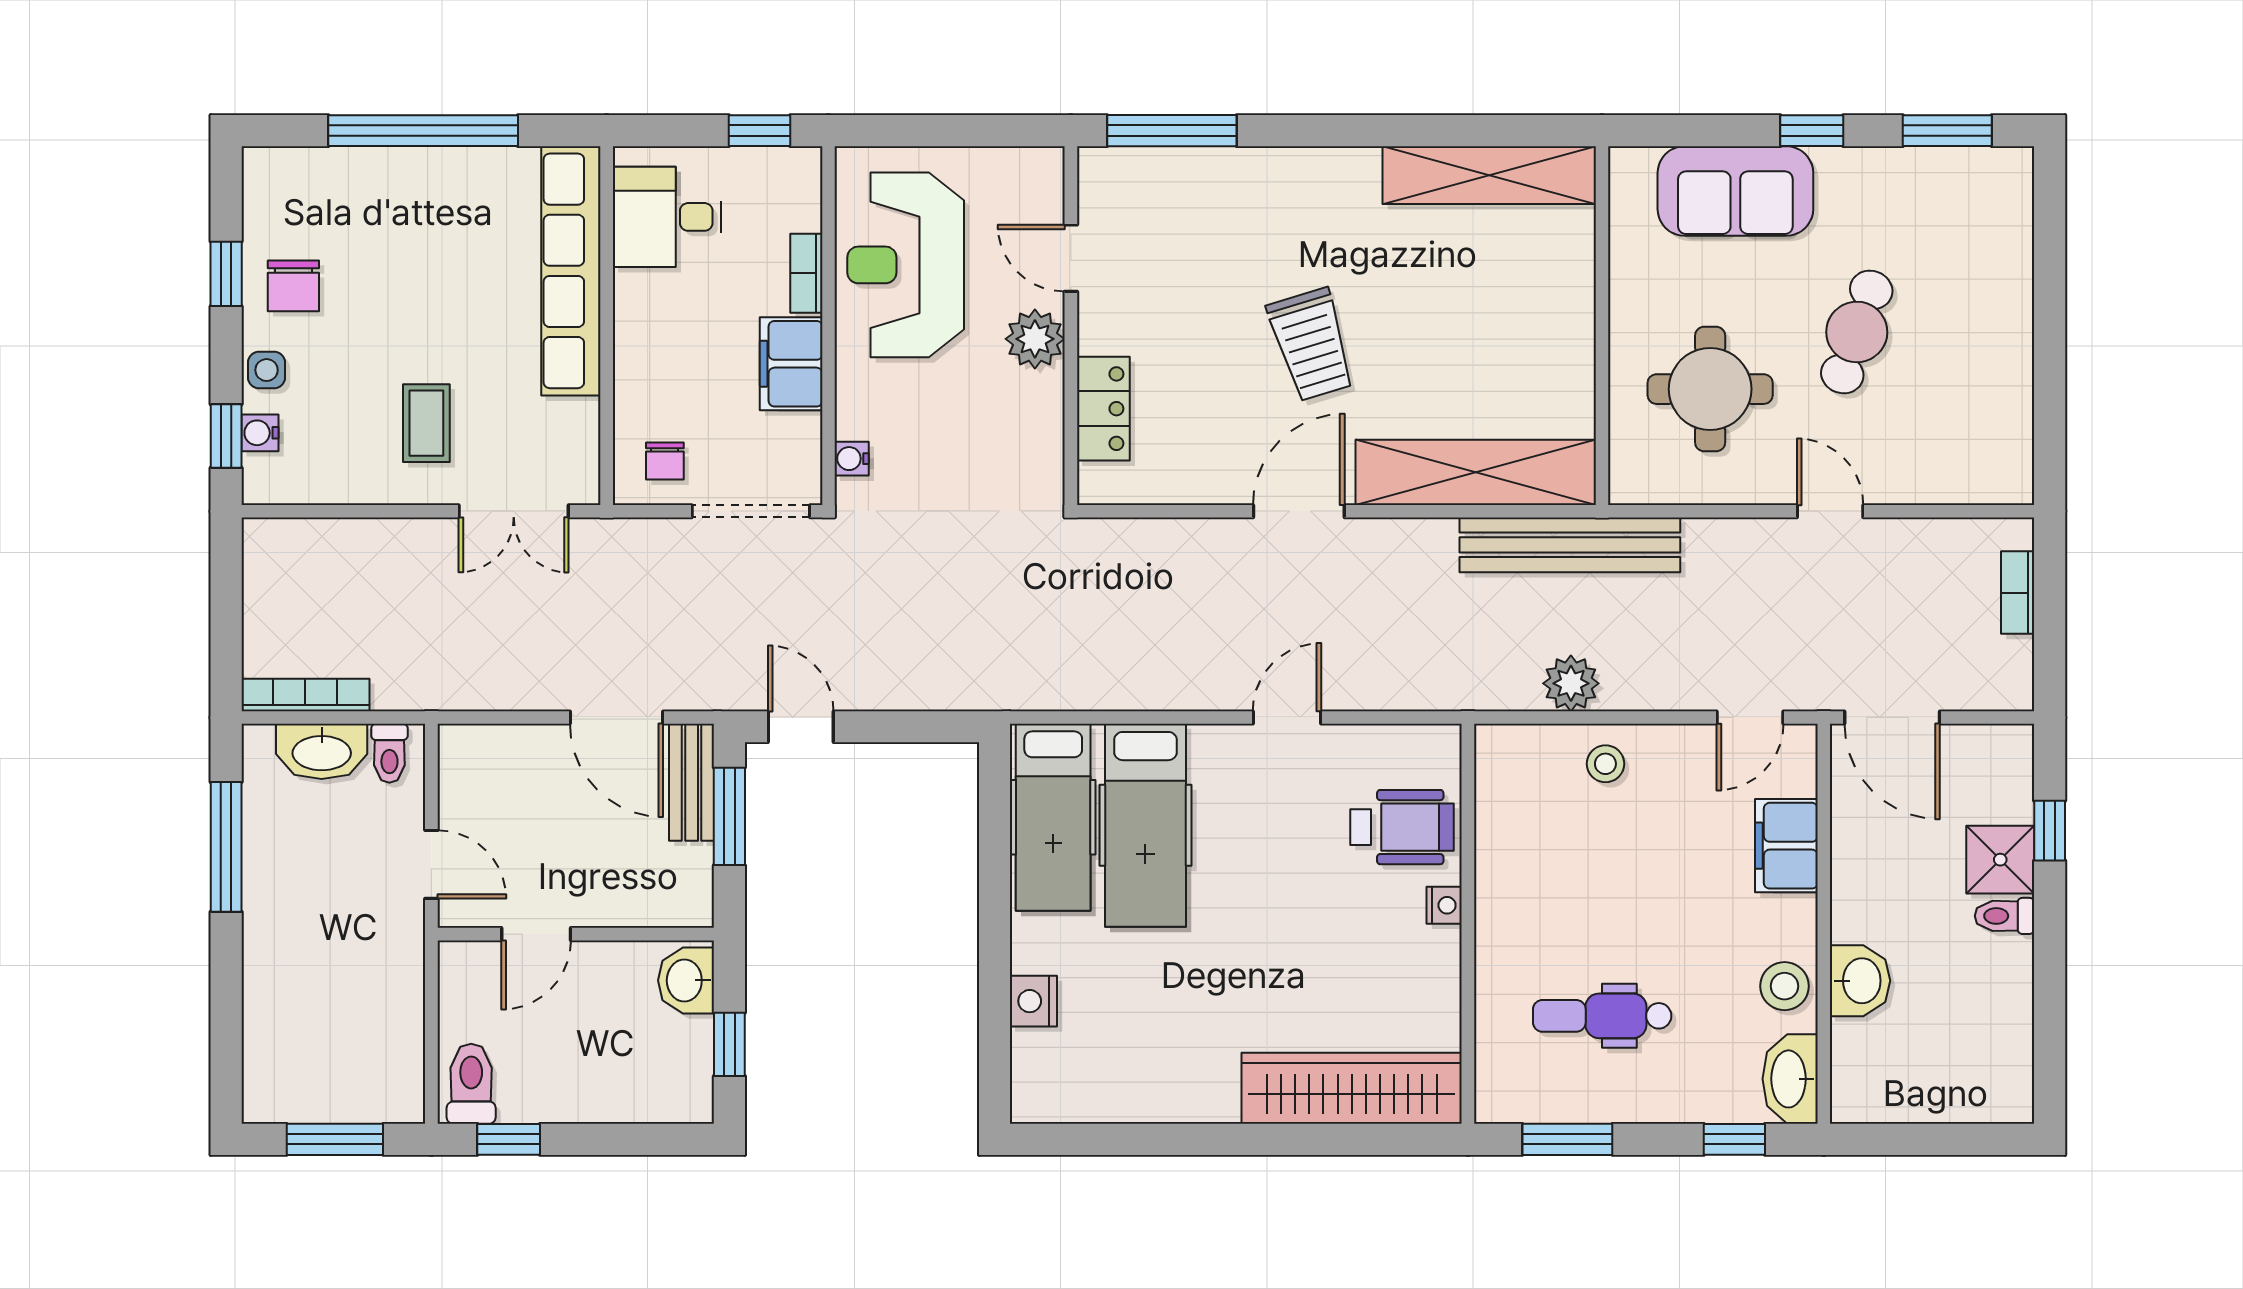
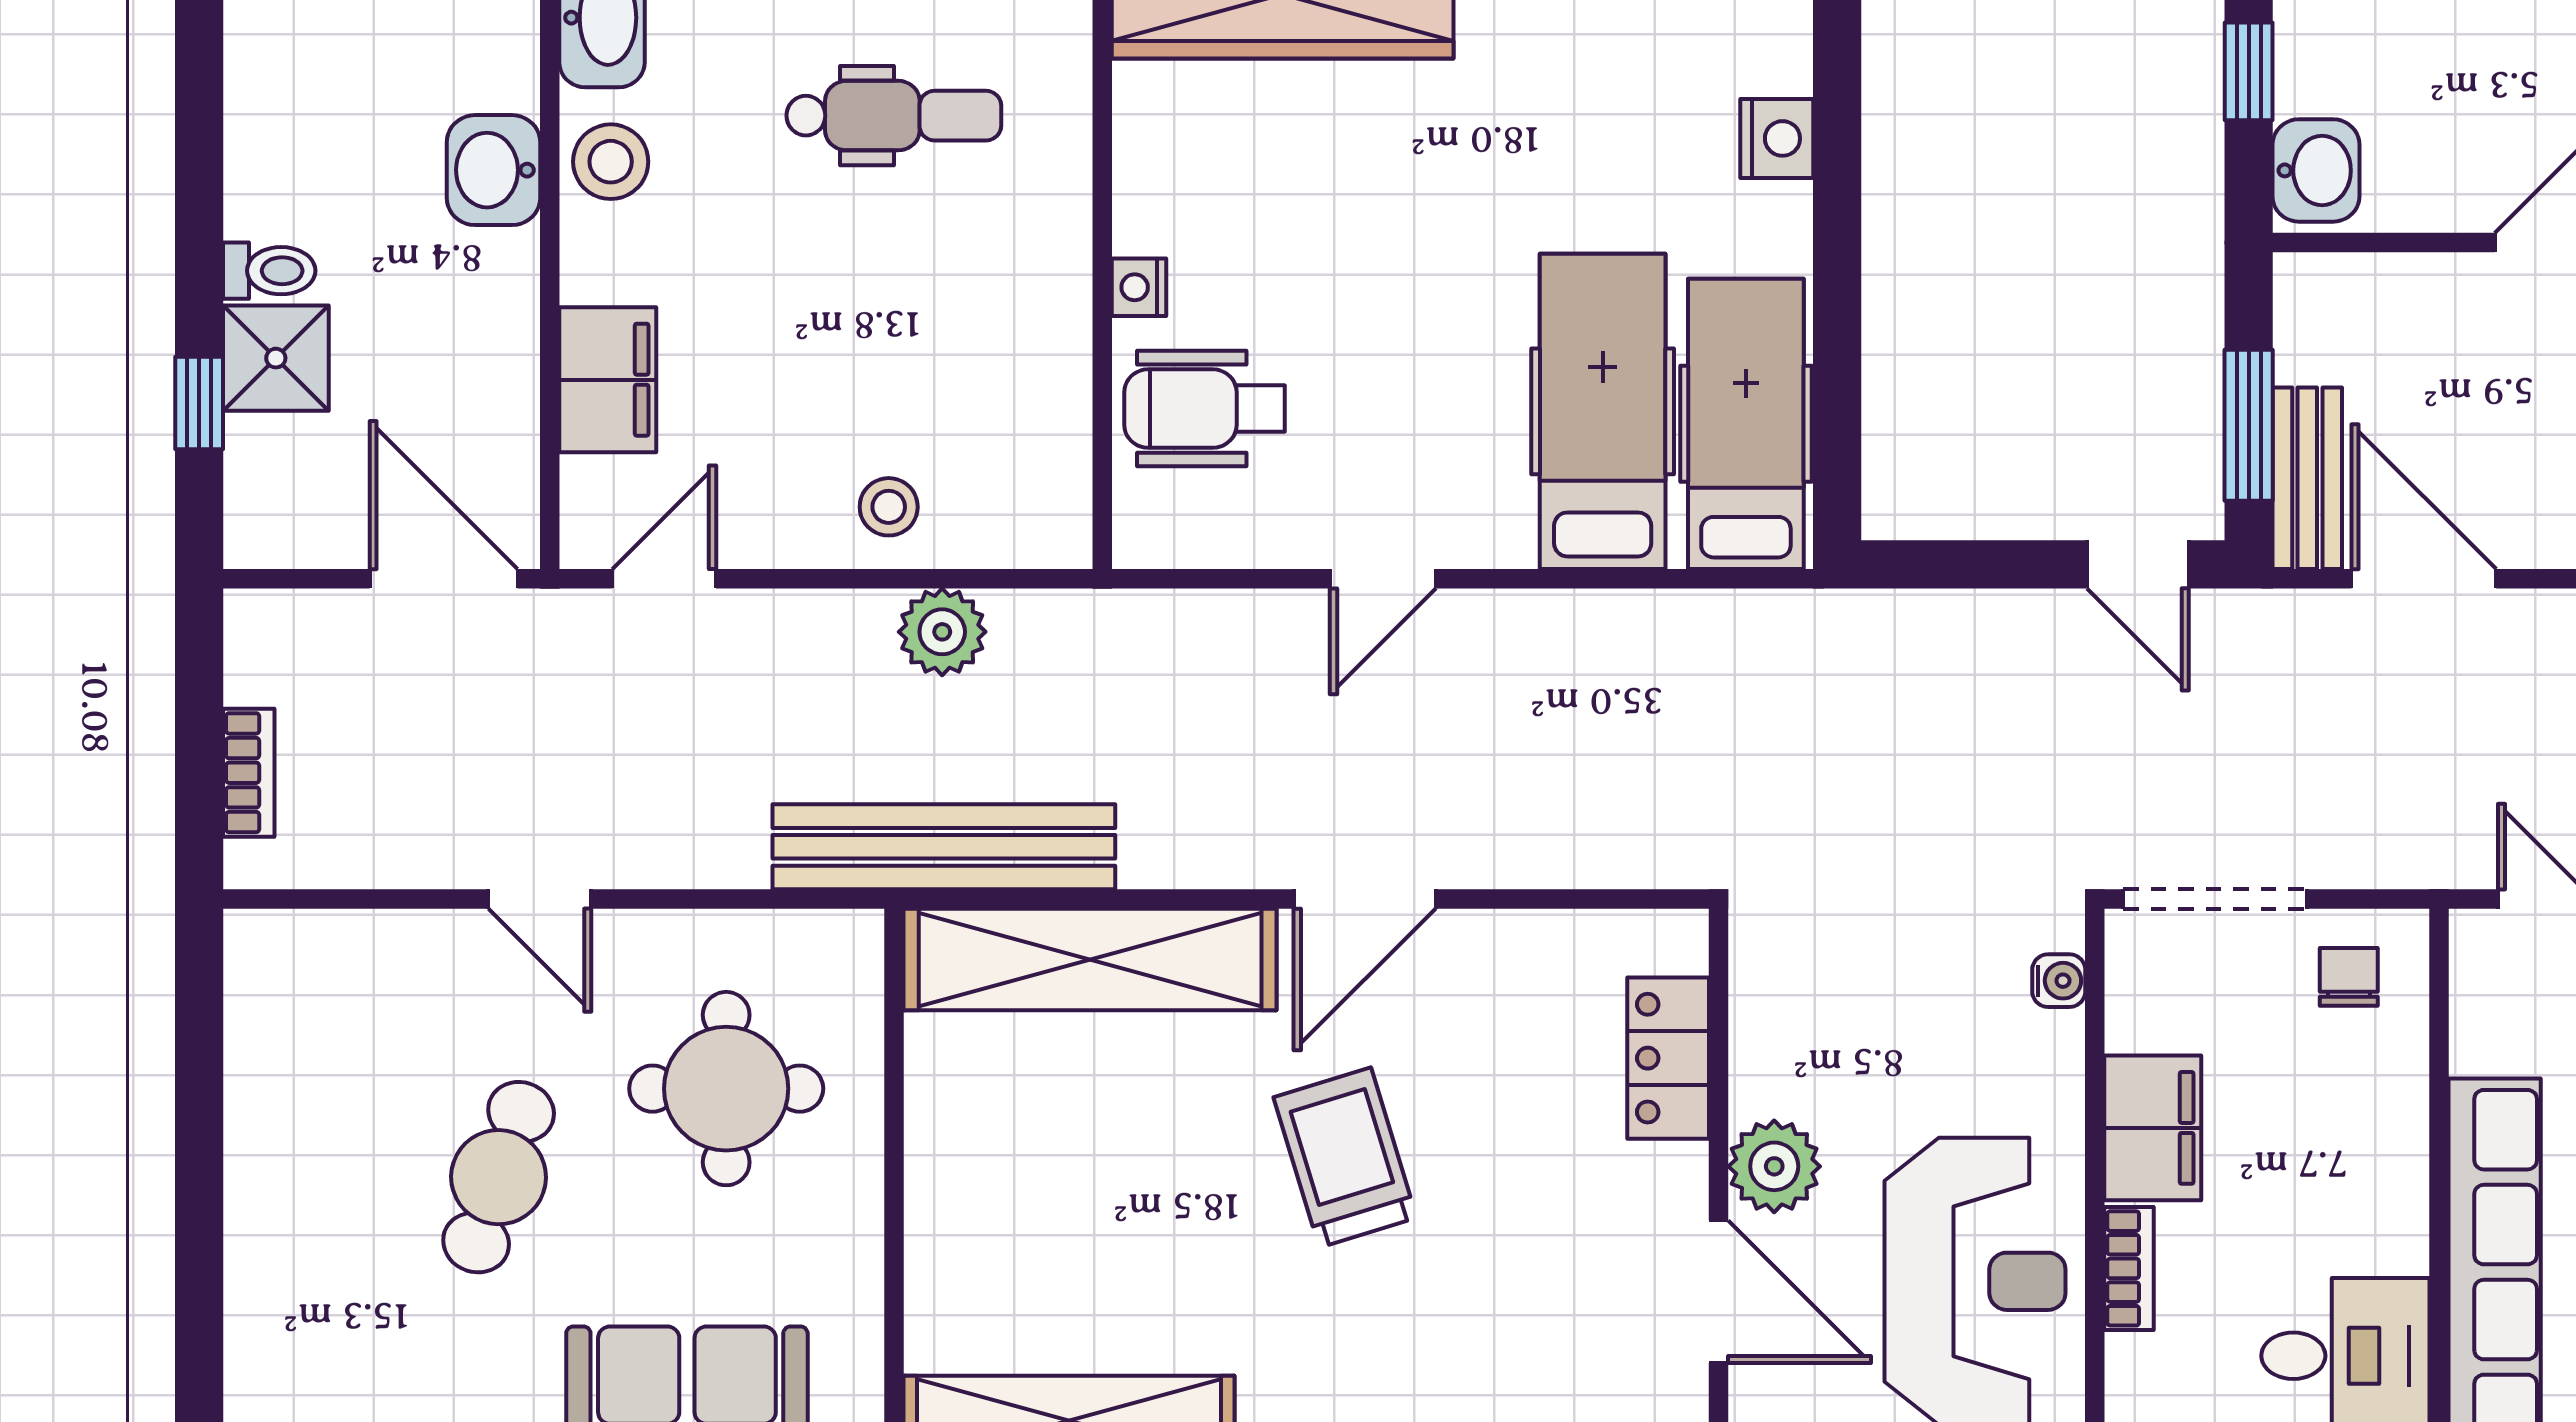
door: (1071, 258) -> (1719, 1292), width x1.37

